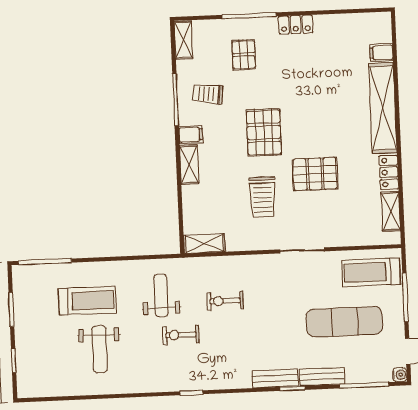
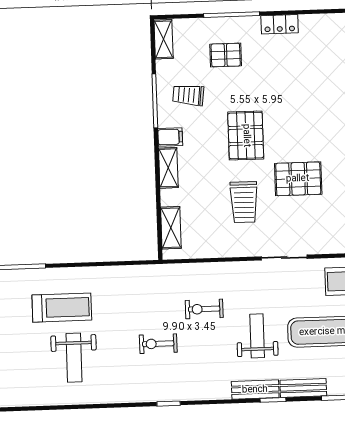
pallet: (244, 55) -> (226, 55), turned 90
shelving: (204, 244) -> (171, 228), moved, turned 90
weight bench: (161, 295) -> (257, 336), moved

